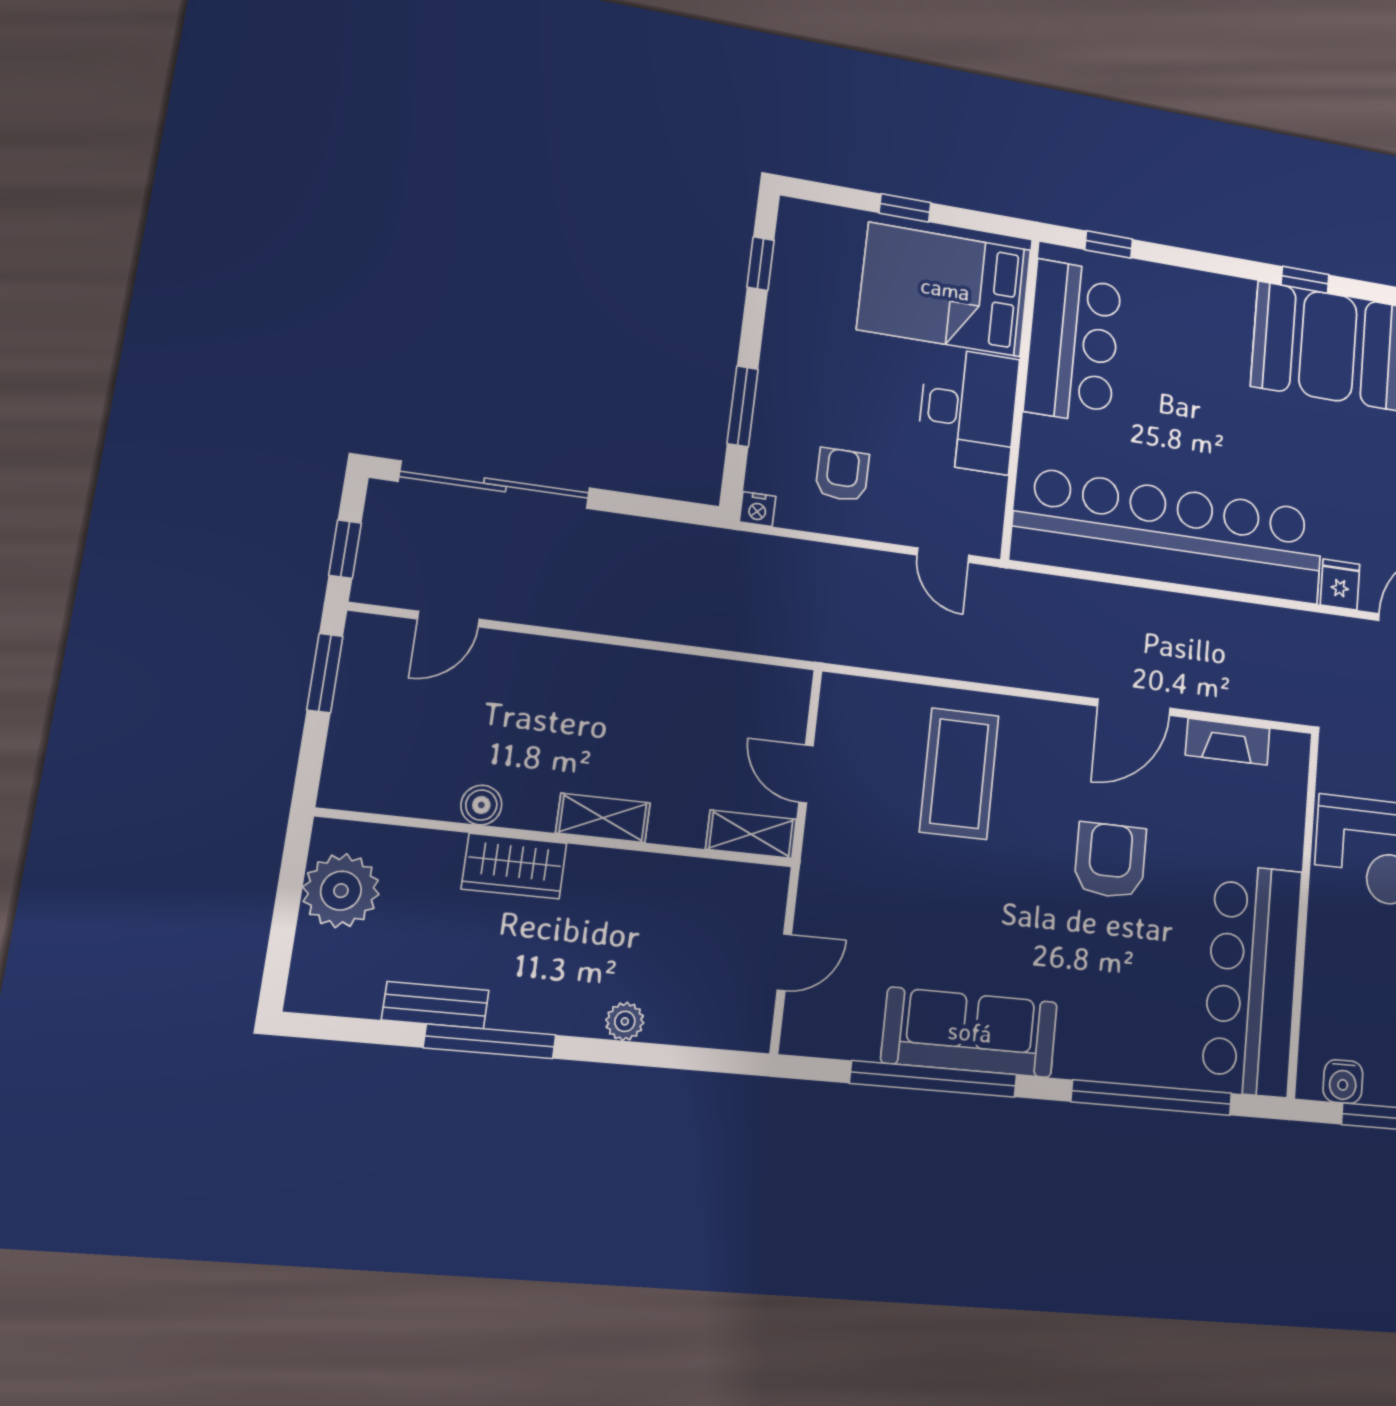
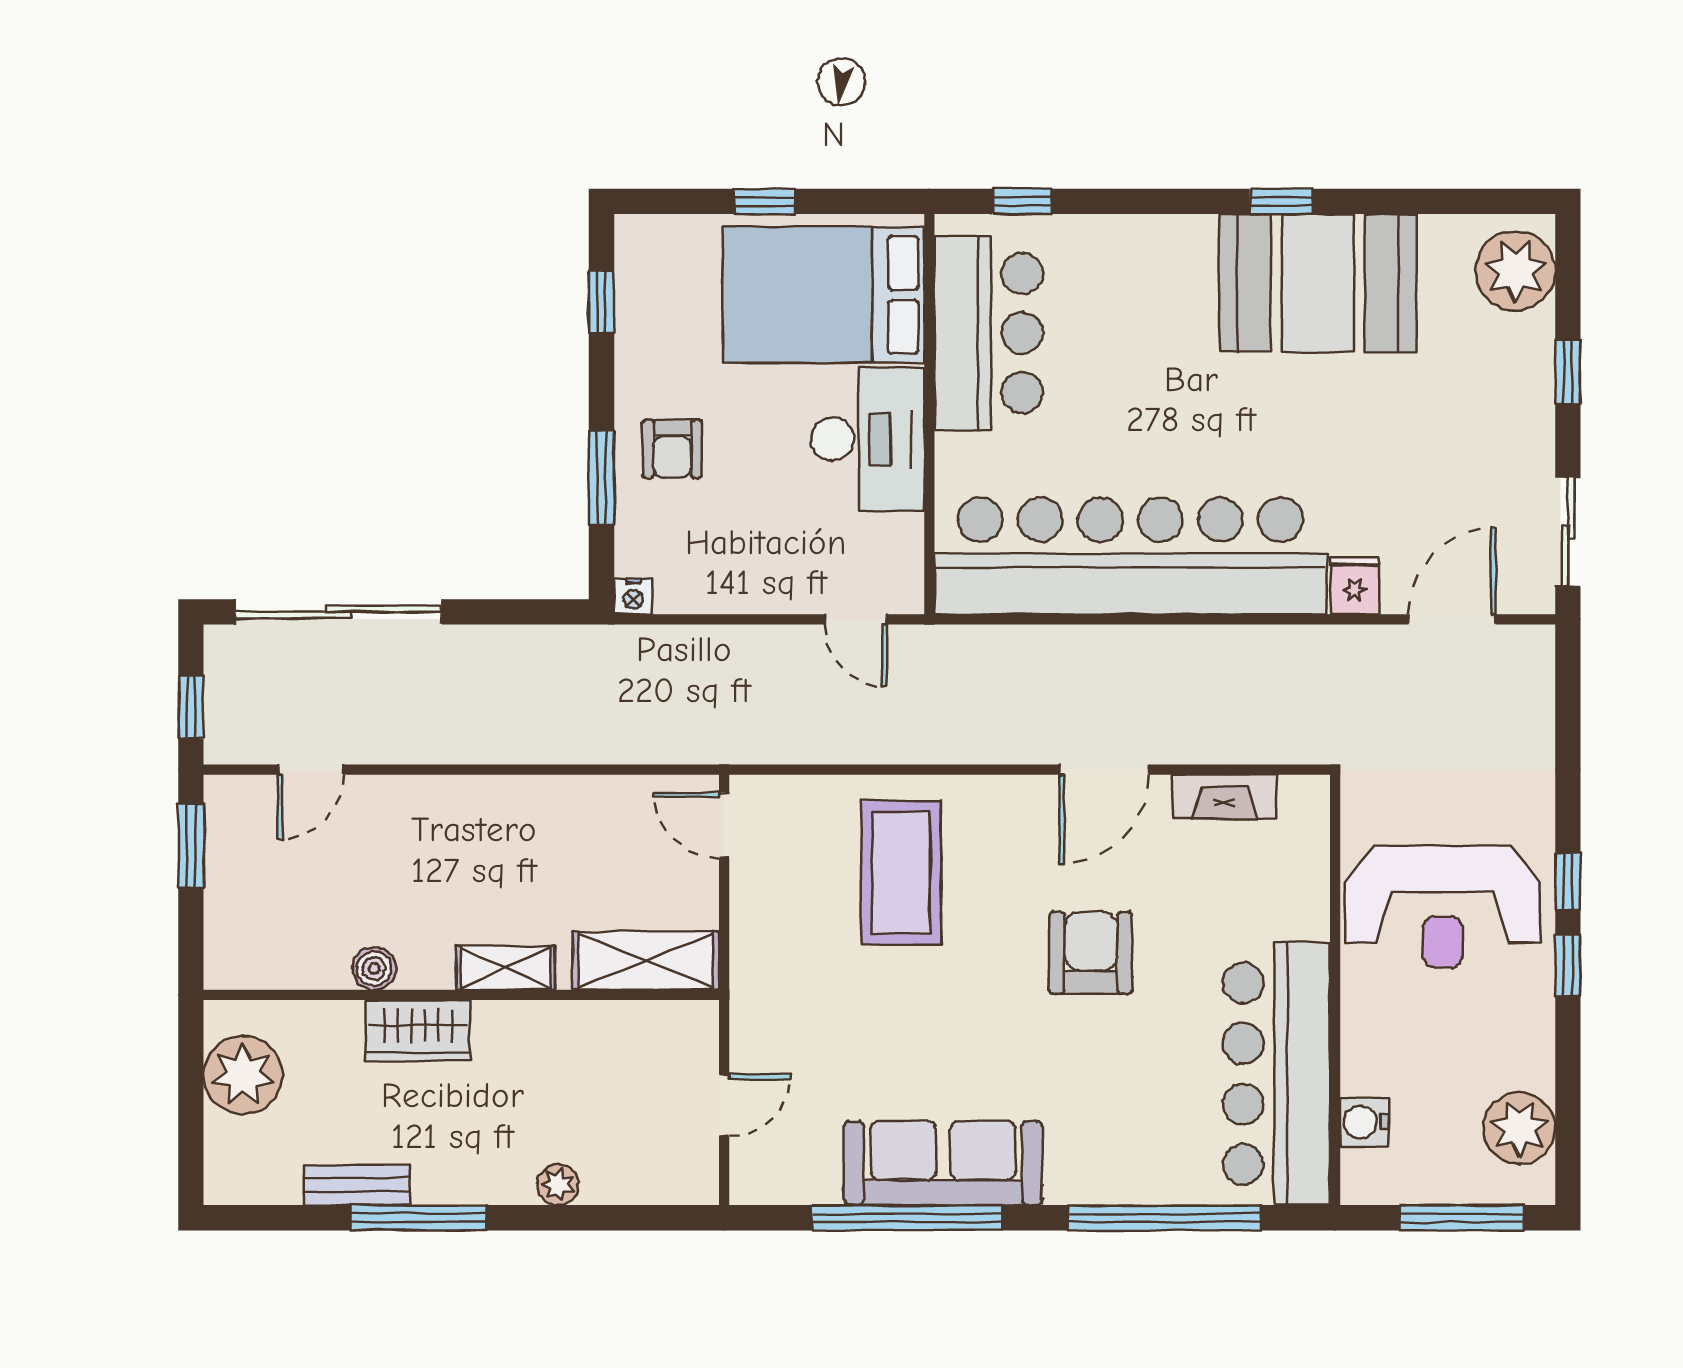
armchair: (842, 475) -> (672, 449), moved, turned 180
door: (806, 774) -> (724, 825), moved
shelving: (751, 834) -> (646, 961), width x1.50, depth x1.33
water cooler: (1343, 1082) -> (1364, 1122), moved, turned 90

